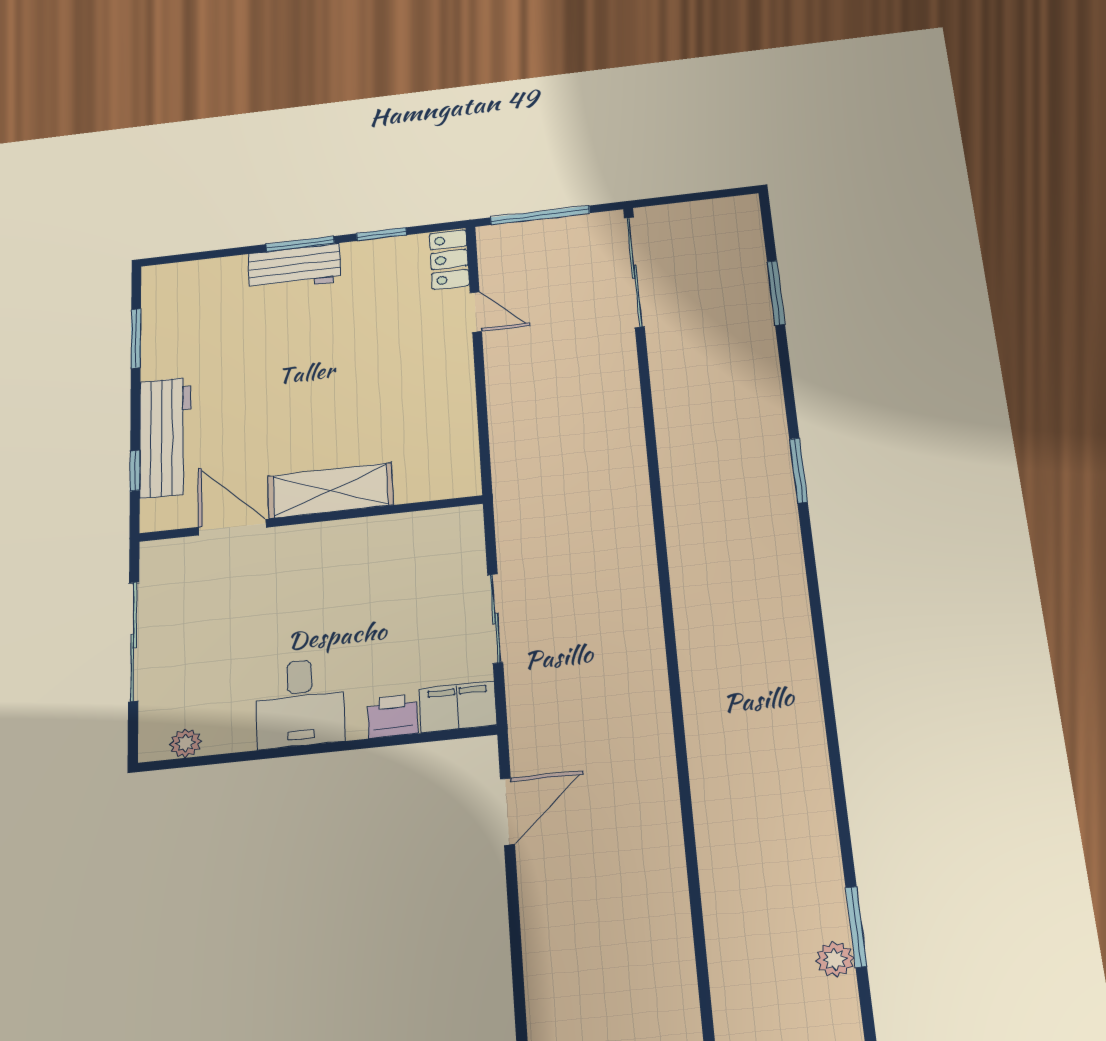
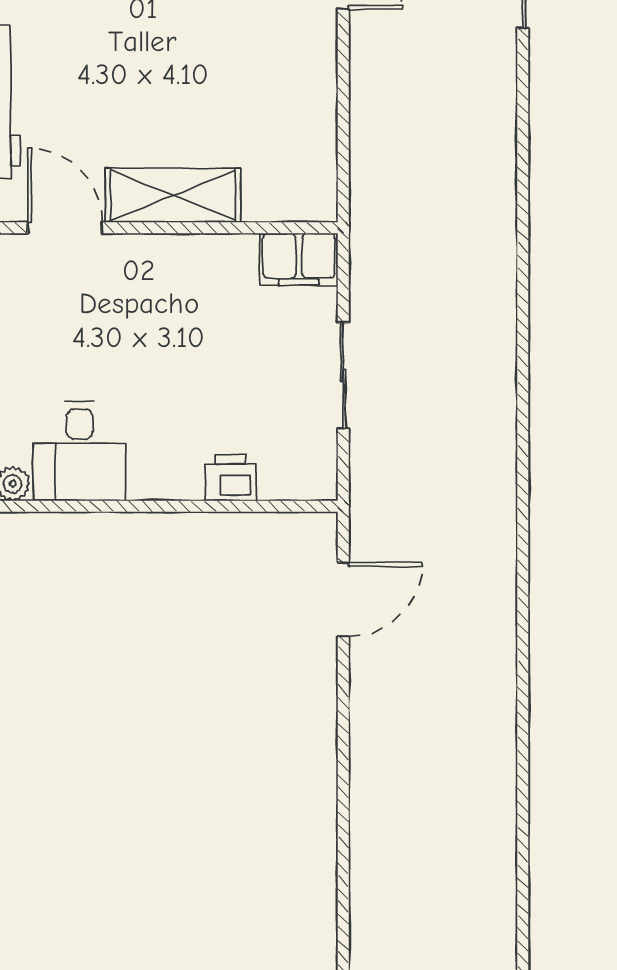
desk: (300, 703) -> (80, 451), moved
filing cabinet: (458, 707) -> (299, 259), moved, turned 180

